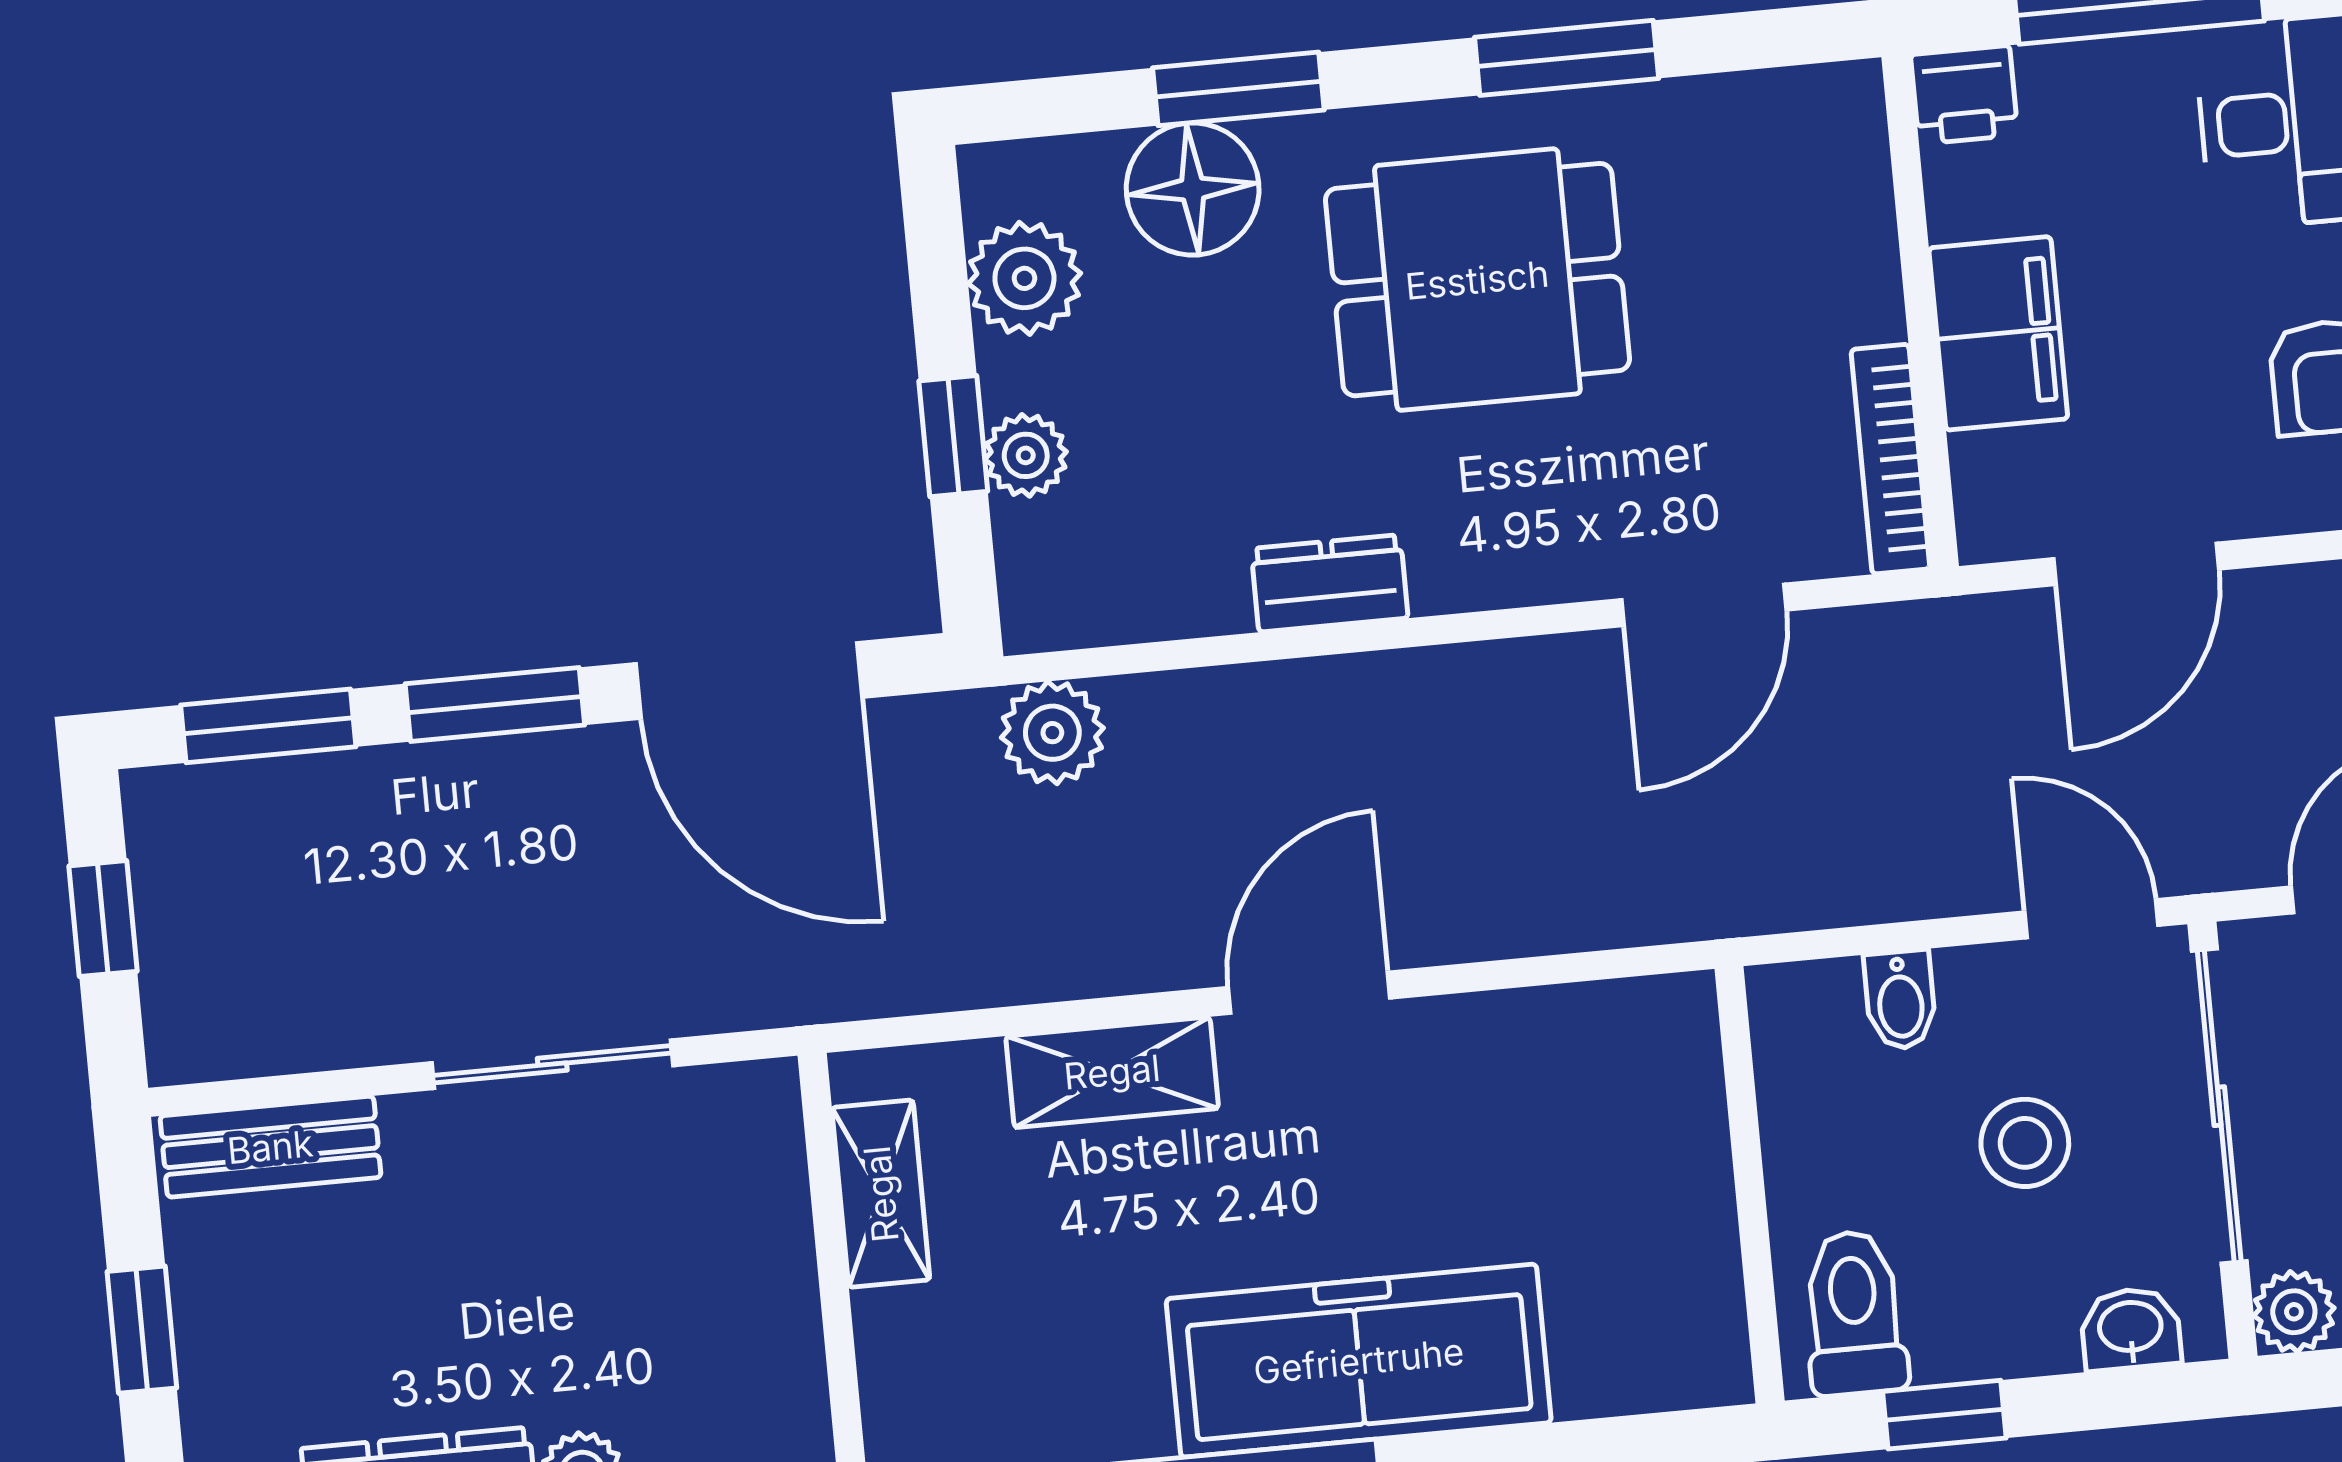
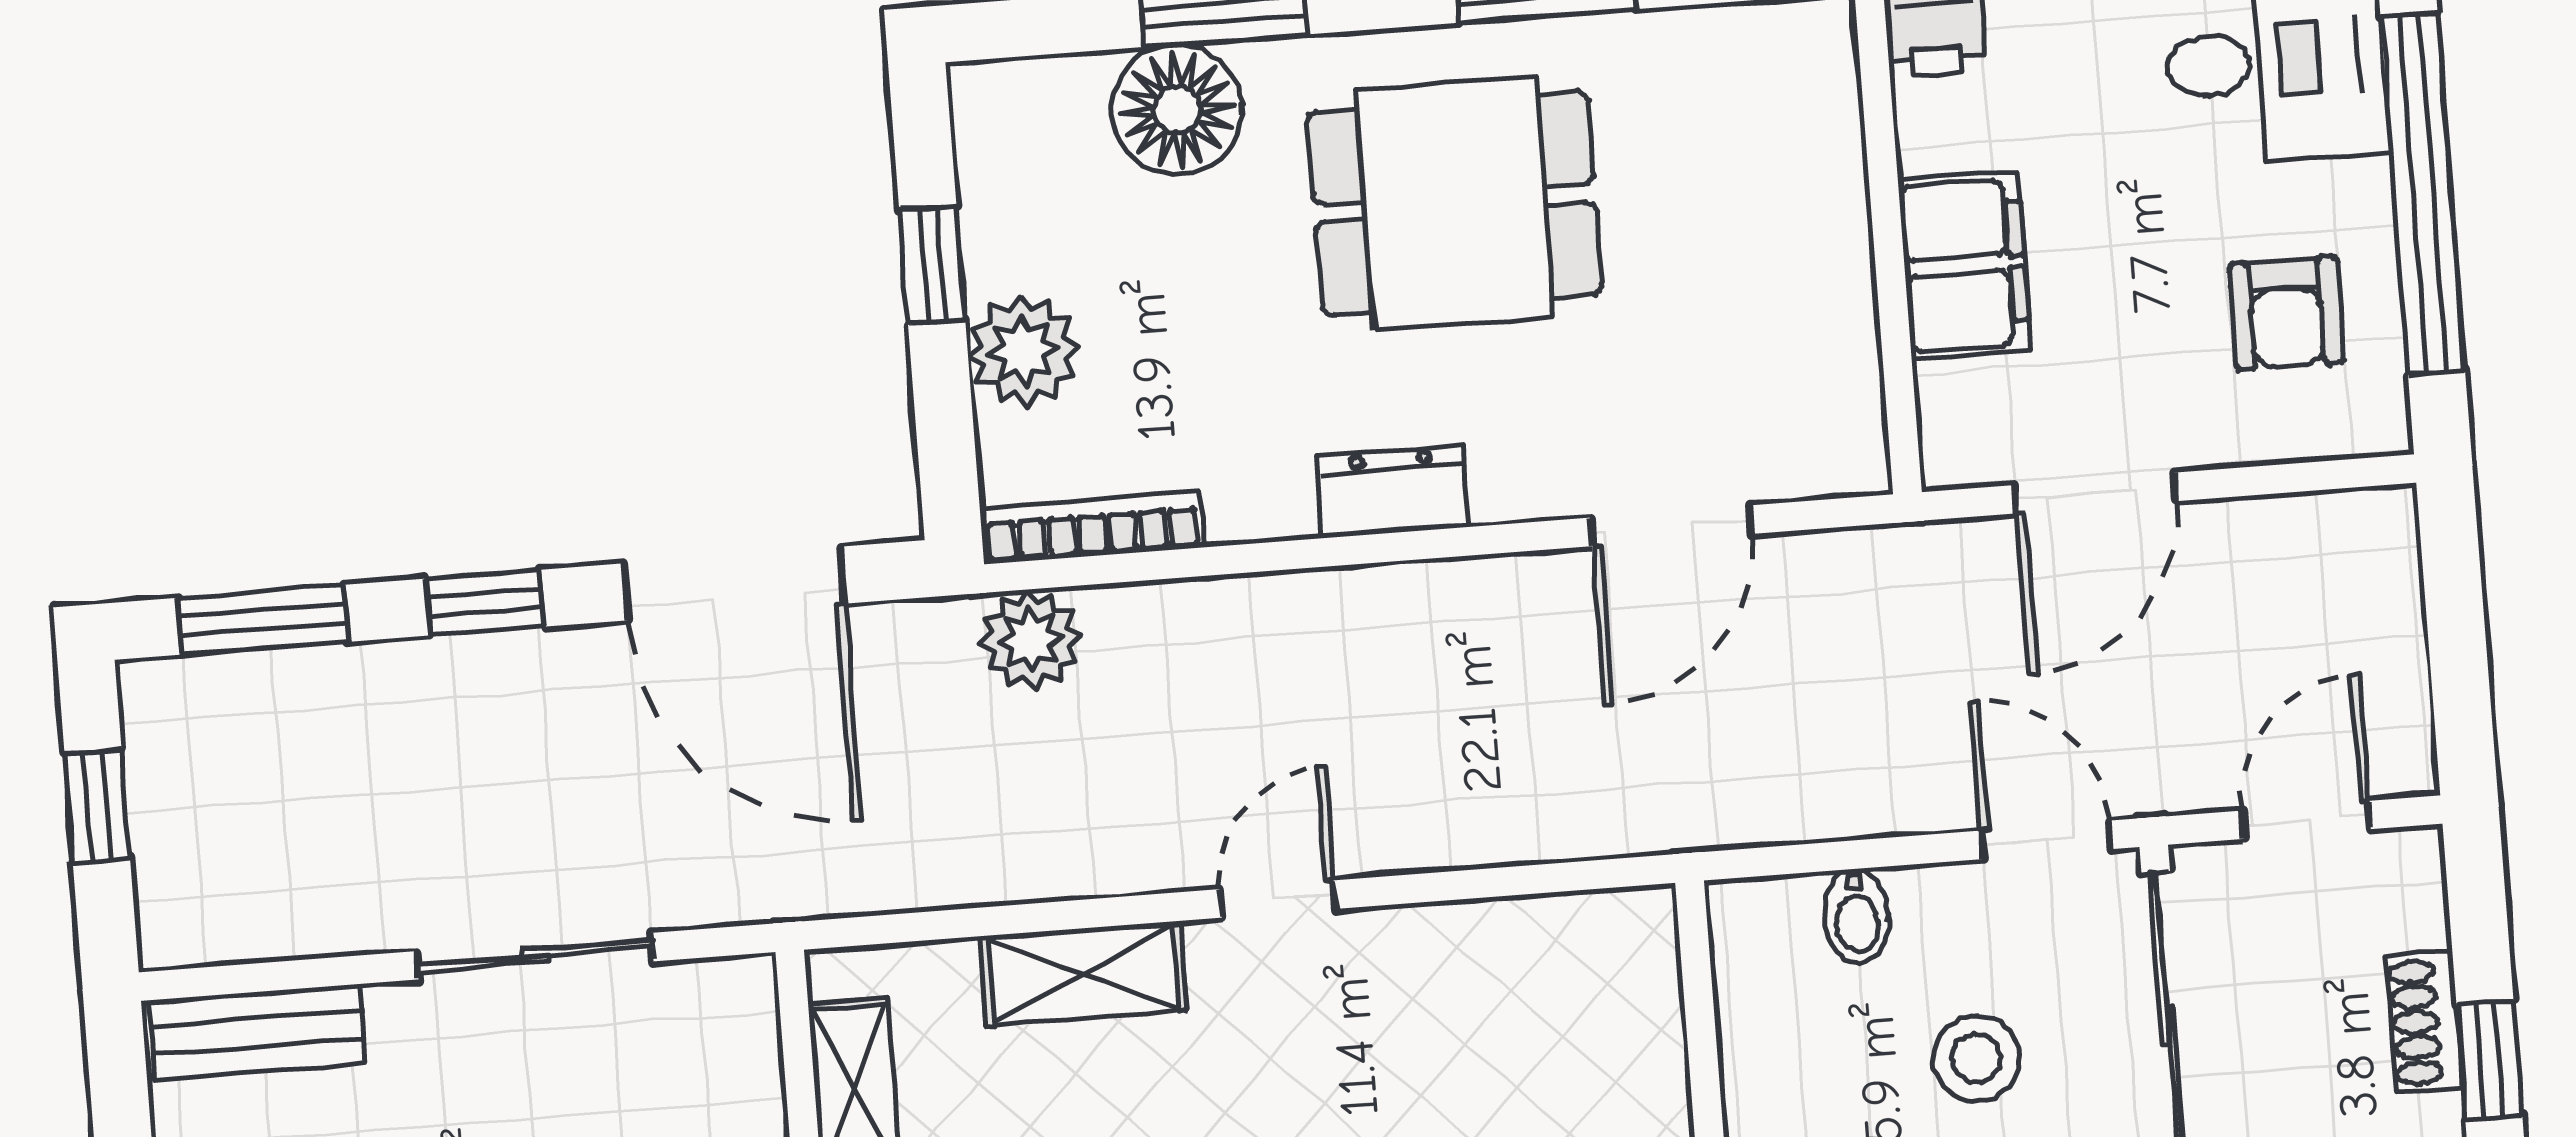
plant: (1024, 278) -> (1011, 194), removed
window: (953, 436) -> (932, 265), moved
plant: (1026, 455) -> (1023, 351), width x1.38, depth x1.38
bookcase: (1890, 459) -> (1092, 528), moved, turned 90
dresser: (1330, 583) -> (1393, 491), moved
window: (495, 704) -> (485, 603), width x0.67
door: (1309, 993) -> (1278, 899), width x0.73

